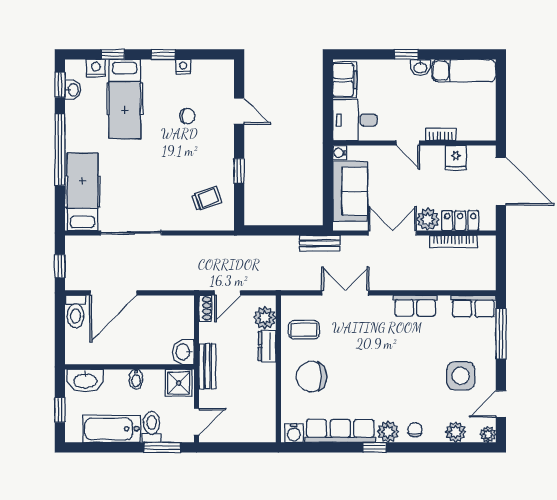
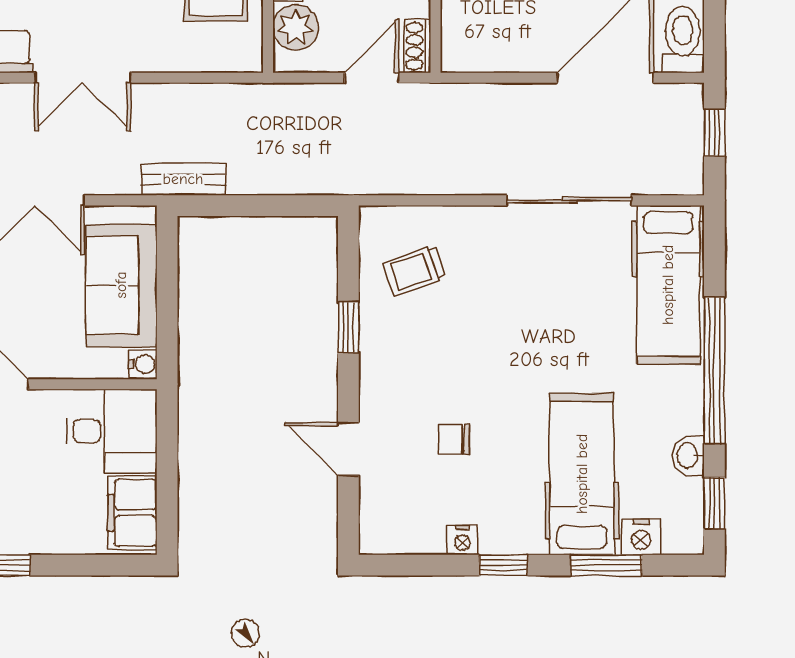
window: (113, 54) -> (606, 565), width x1.50
washbasin: (73, 90) -> (688, 456), moved
double door: (345, 293) -> (83, 78), moved

